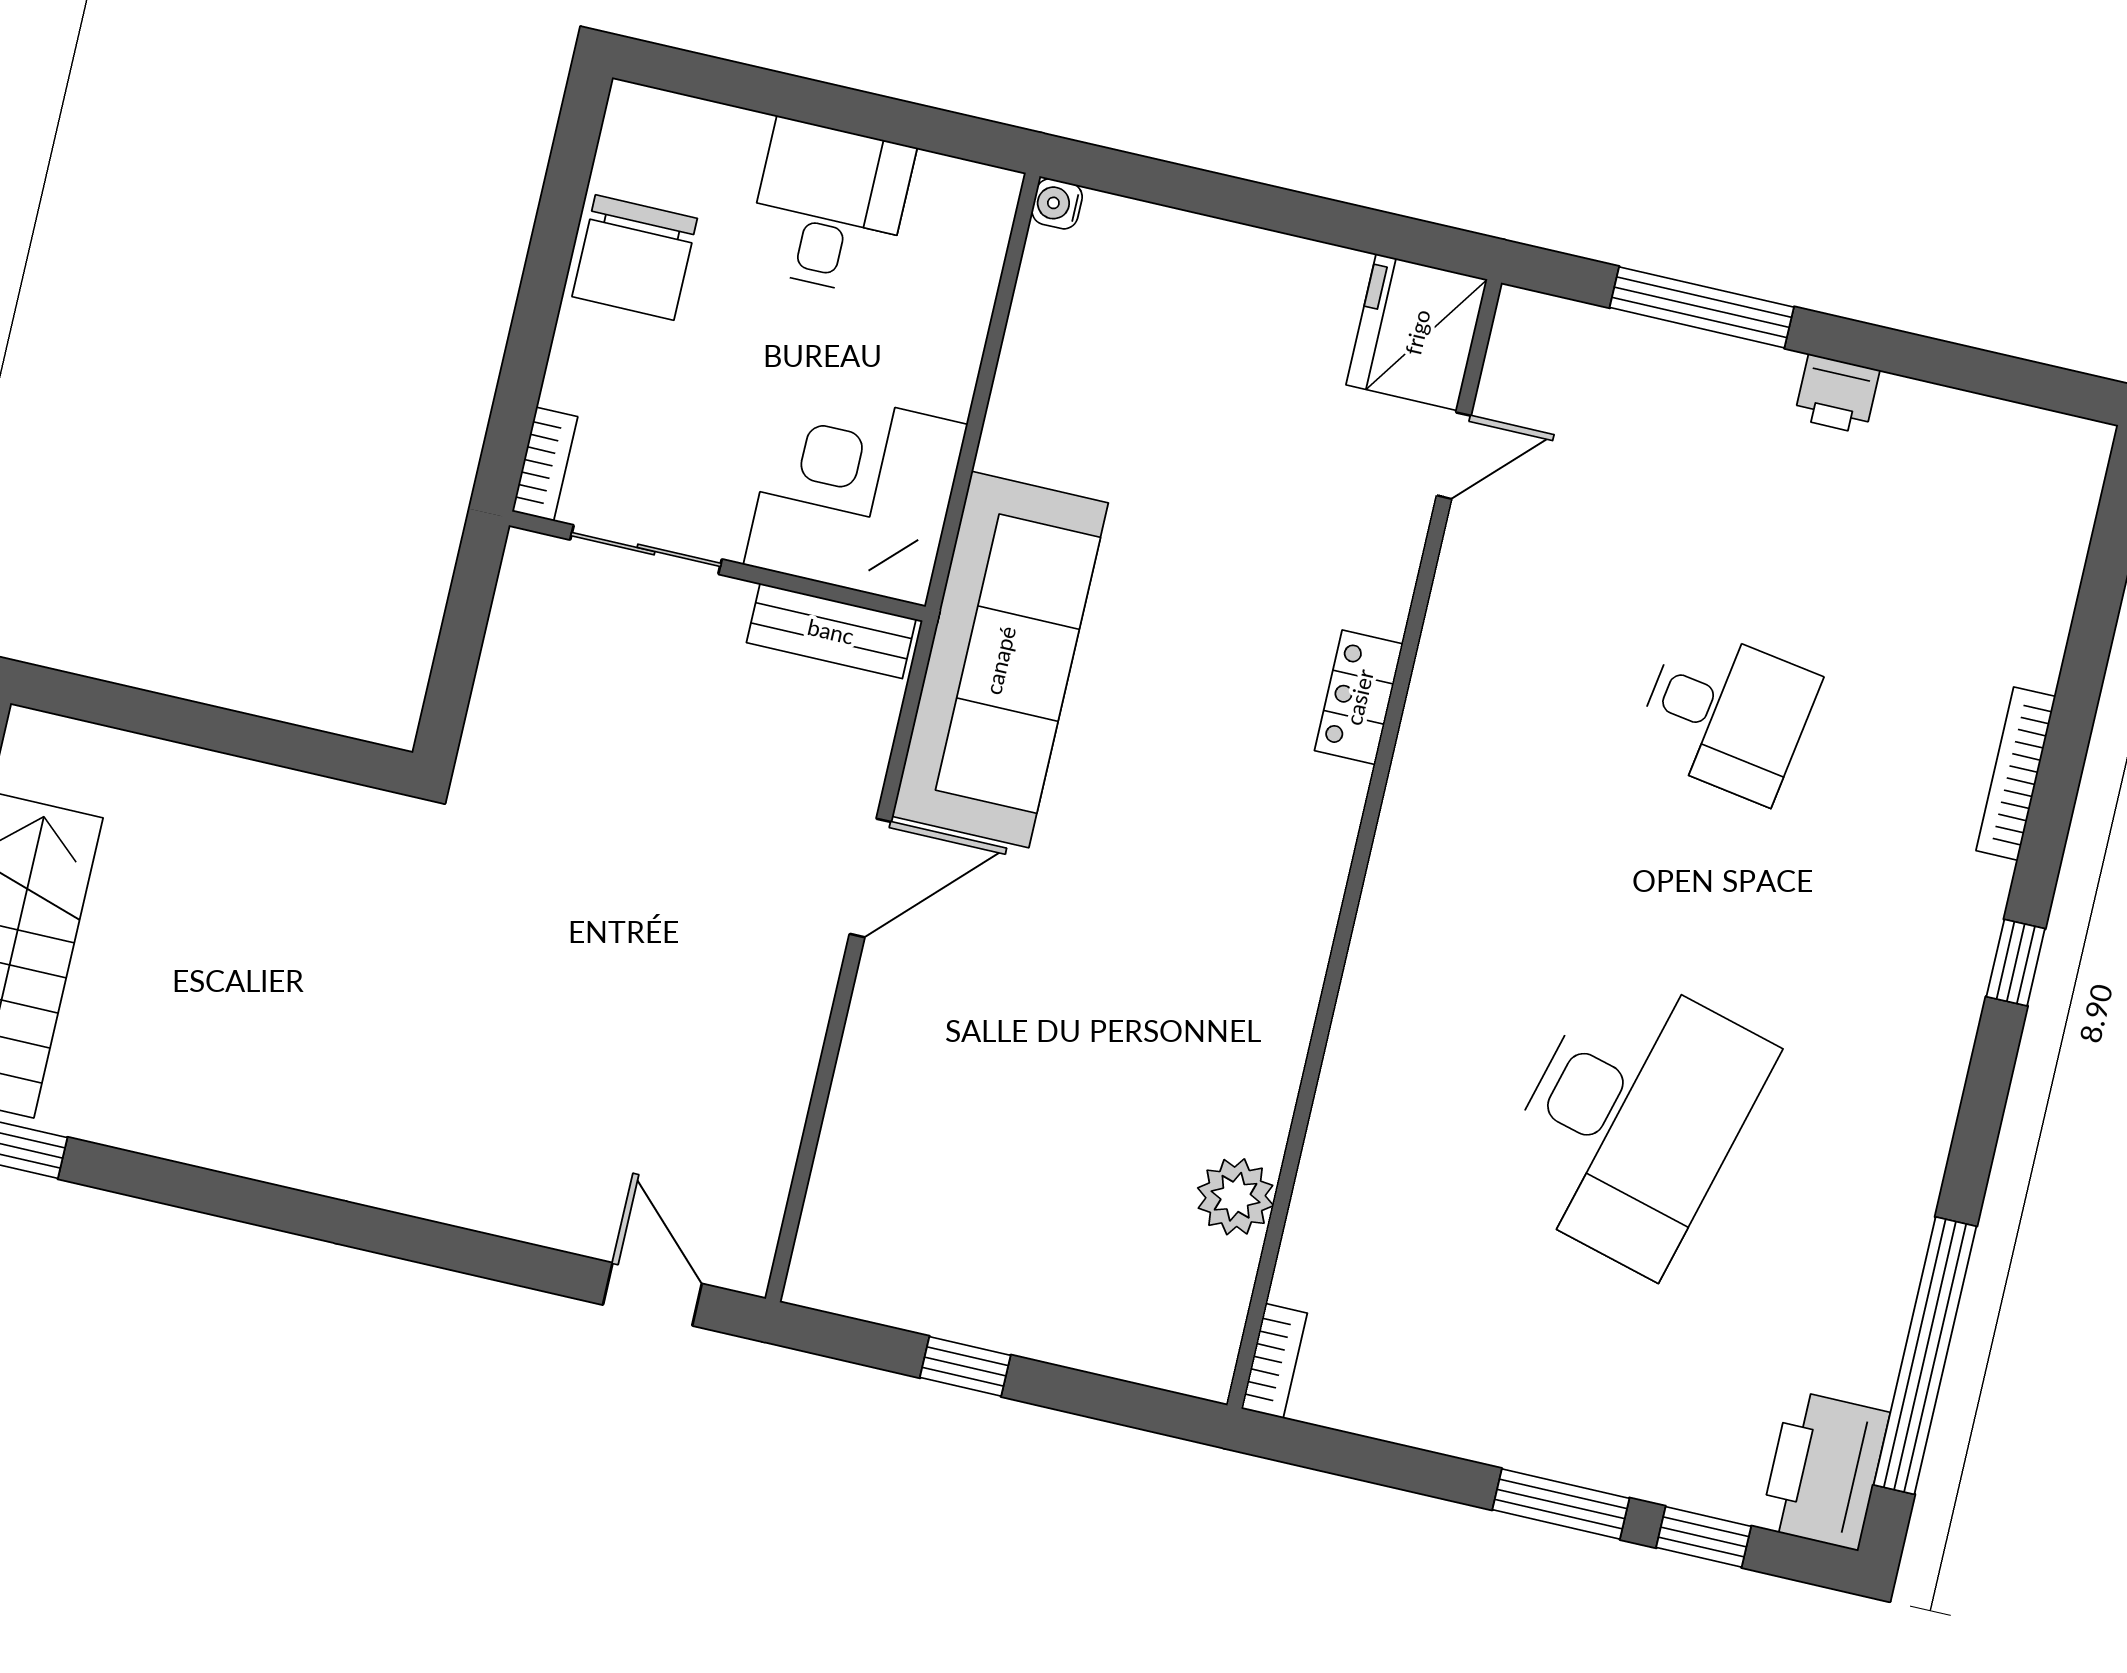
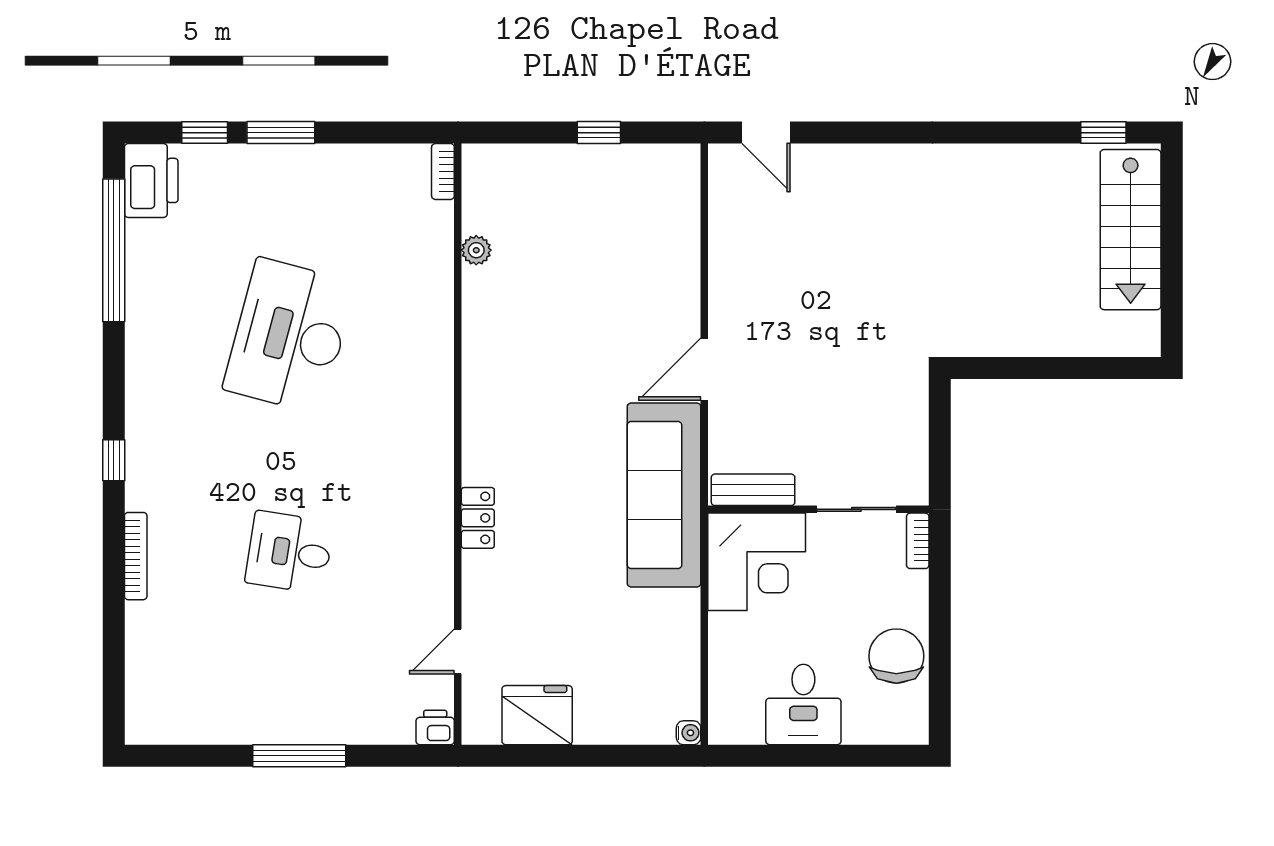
window: (1702, 307) -> (299, 756), moved
fridge: (1417, 332) -> (537, 715), moved, turned -90
printer: (1837, 394) -> (435, 728), moved
plant: (1236, 1197) -> (476, 250), width x0.73, depth x0.73

